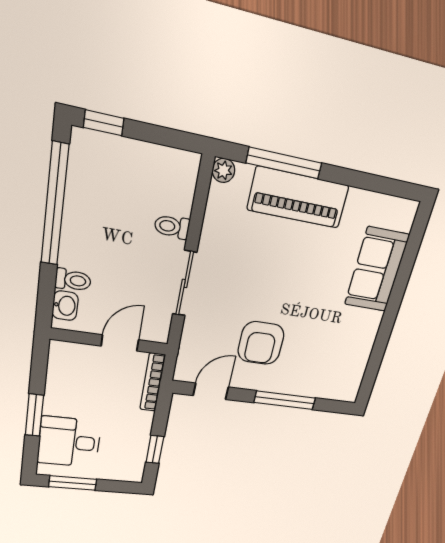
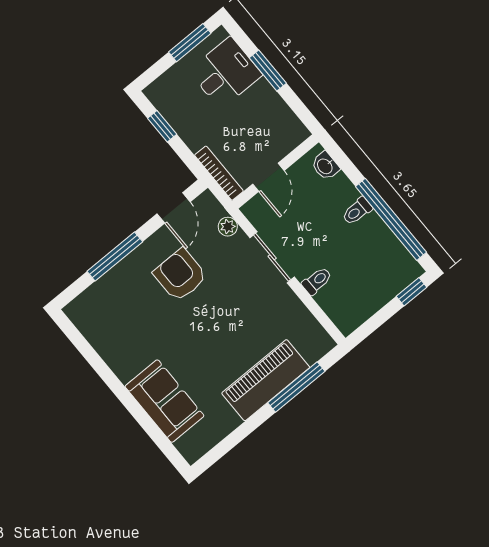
plant: (223, 170) -> (228, 227), moved
toilet: (73, 280) -> (357, 211), moved

